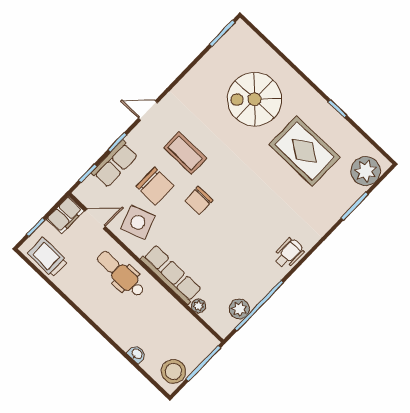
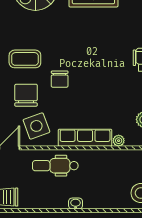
chair: (155, 186) -> (26, 95), turned -90
washbasin: (137, 354) -> (76, 204), moved

